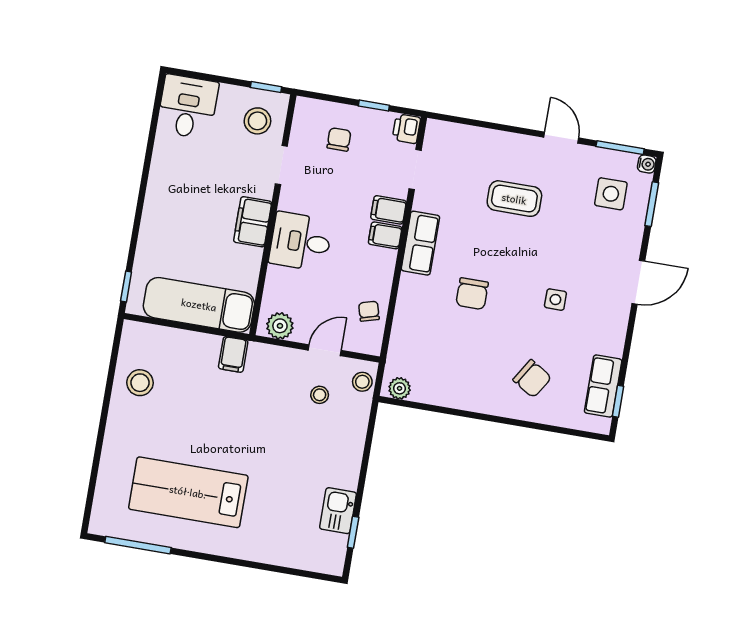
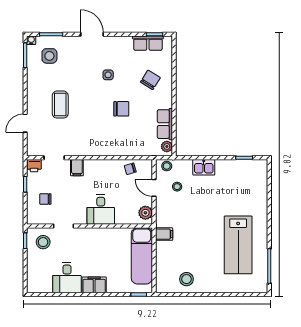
desk: (188, 107) -> (67, 278), moved, turned -90
door: (561, 138) -> (25, 123), moved
filing cabinet: (253, 222) -> (94, 285), moved, turned 180
filing cabinet: (385, 235) -> (90, 167), removed
row of seats: (420, 243) -> (165, 124), moved, turned -90
chair: (472, 294) -> (121, 109), moved
kitchen sink: (338, 511) -> (204, 167), moved

